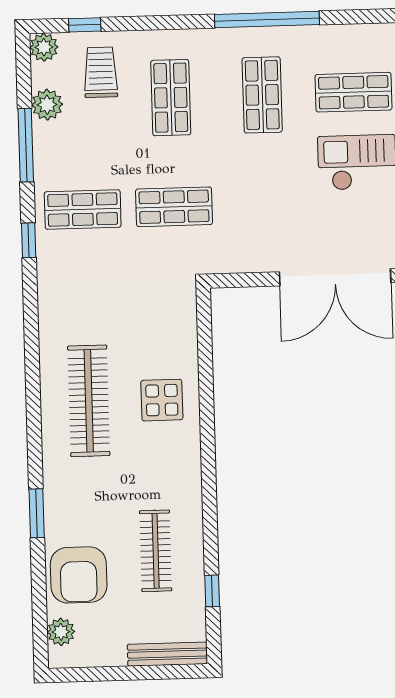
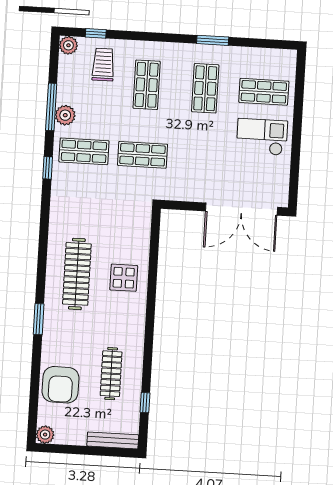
window: (267, 19) -> (213, 40), width x0.47
plant: (47, 105) -> (65, 115), moved
window: (37, 513) -> (39, 319), moved
plant: (61, 632) -> (45, 435), moved

